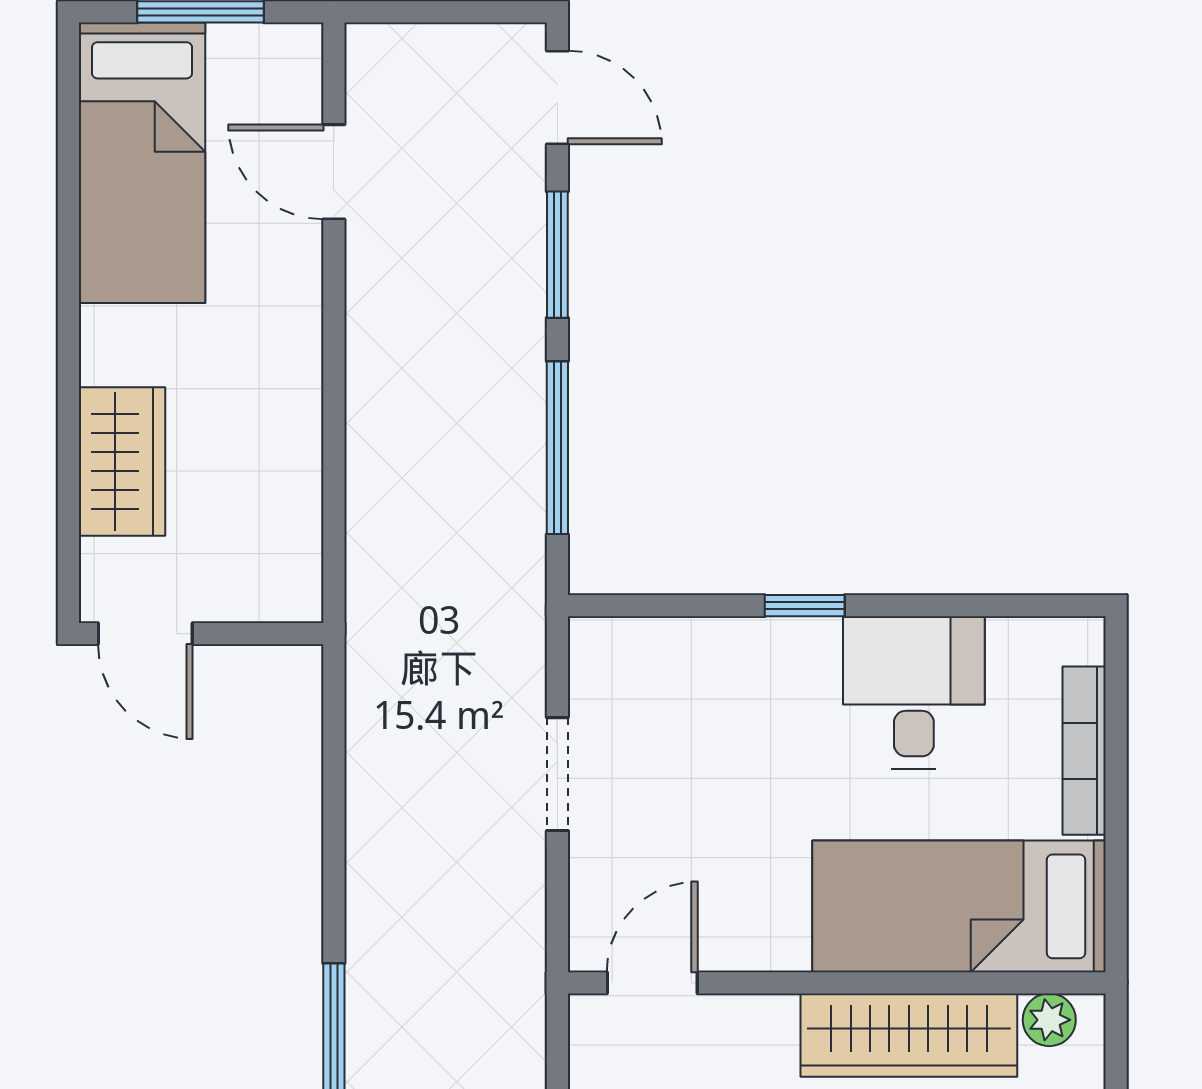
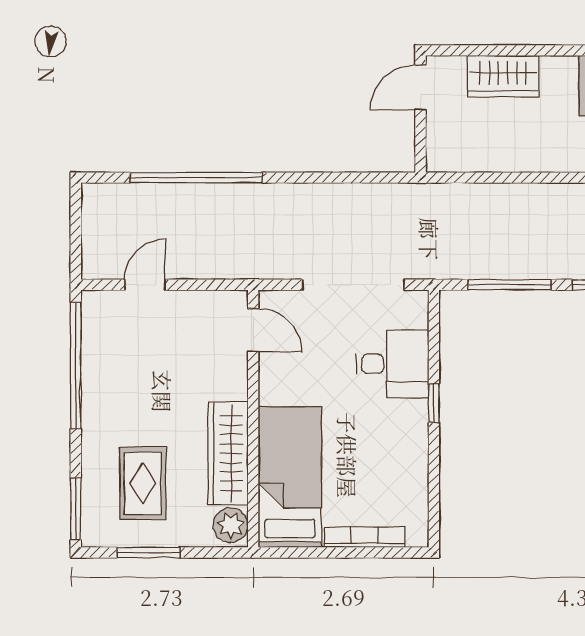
desk: (914, 692) -> (392, 364), moved
doorway: (557, 774) -> (353, 285), width x1.87
plant: (1049, 1020) -> (231, 525), width x1.38, depth x1.38

